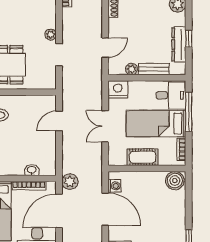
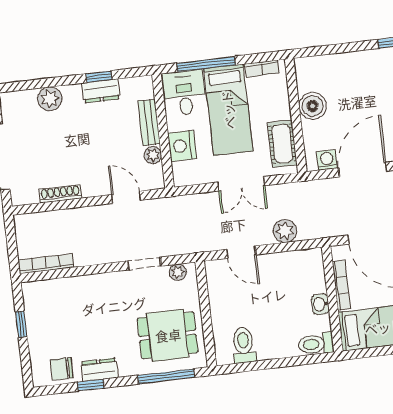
plant: (51, 35) -> (178, 272), moved
dresser: (179, 44) -> (101, 91), width x0.70
nightstand: (118, 89) -> (182, 146), moved
cot: (143, 157) -> (282, 144), moved
washbasin: (32, 170) -> (320, 304), moved
boiler: (175, 181) -> (313, 106), moved
plant: (70, 182) -> (285, 231), moved

